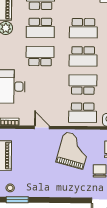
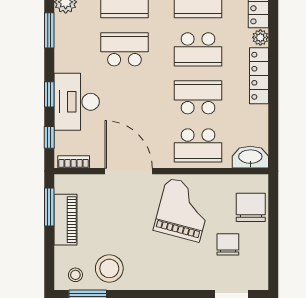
door: (42, 127) -> (129, 171), width x1.88
stool: (30, 184) -> (109, 268), added

